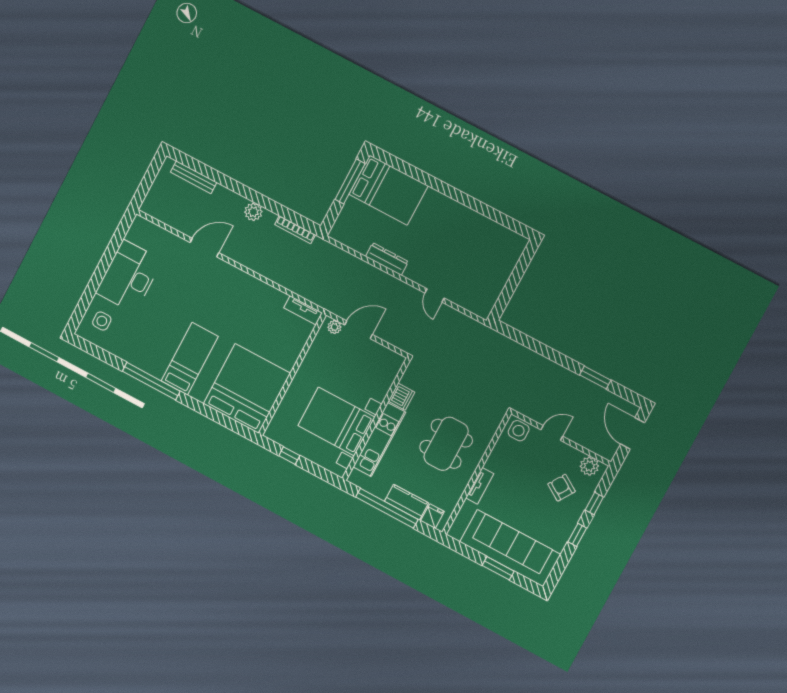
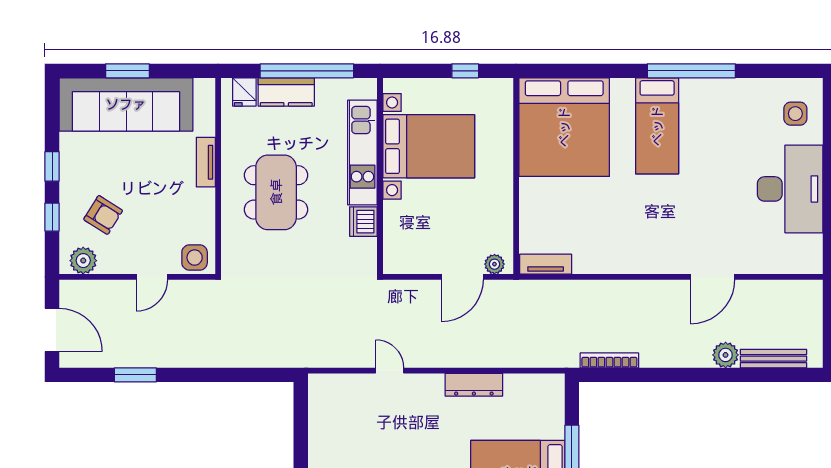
plant: (253, 212) -> (726, 355), moved

